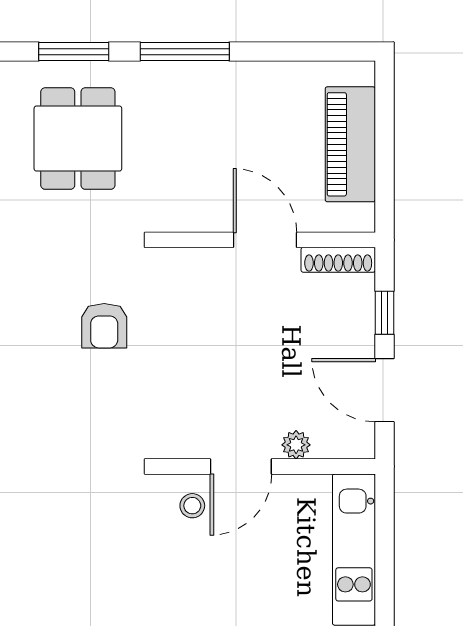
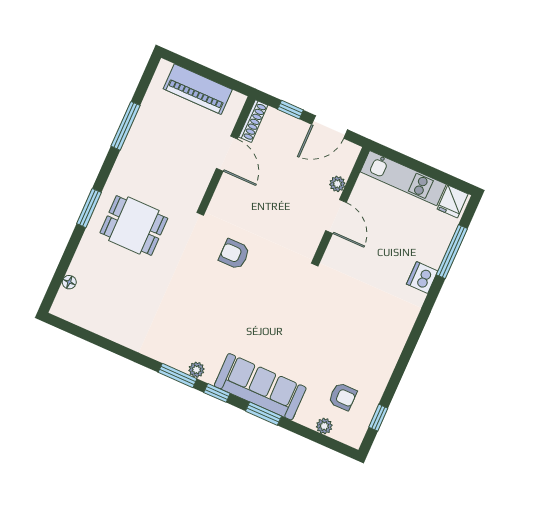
window: (185, 52) -> (125, 126), moved
door: (265, 240) -> (227, 154), swing flipped
armchair: (104, 326) -> (234, 254), turned 180
stool: (192, 506) -> (345, 250), removed

